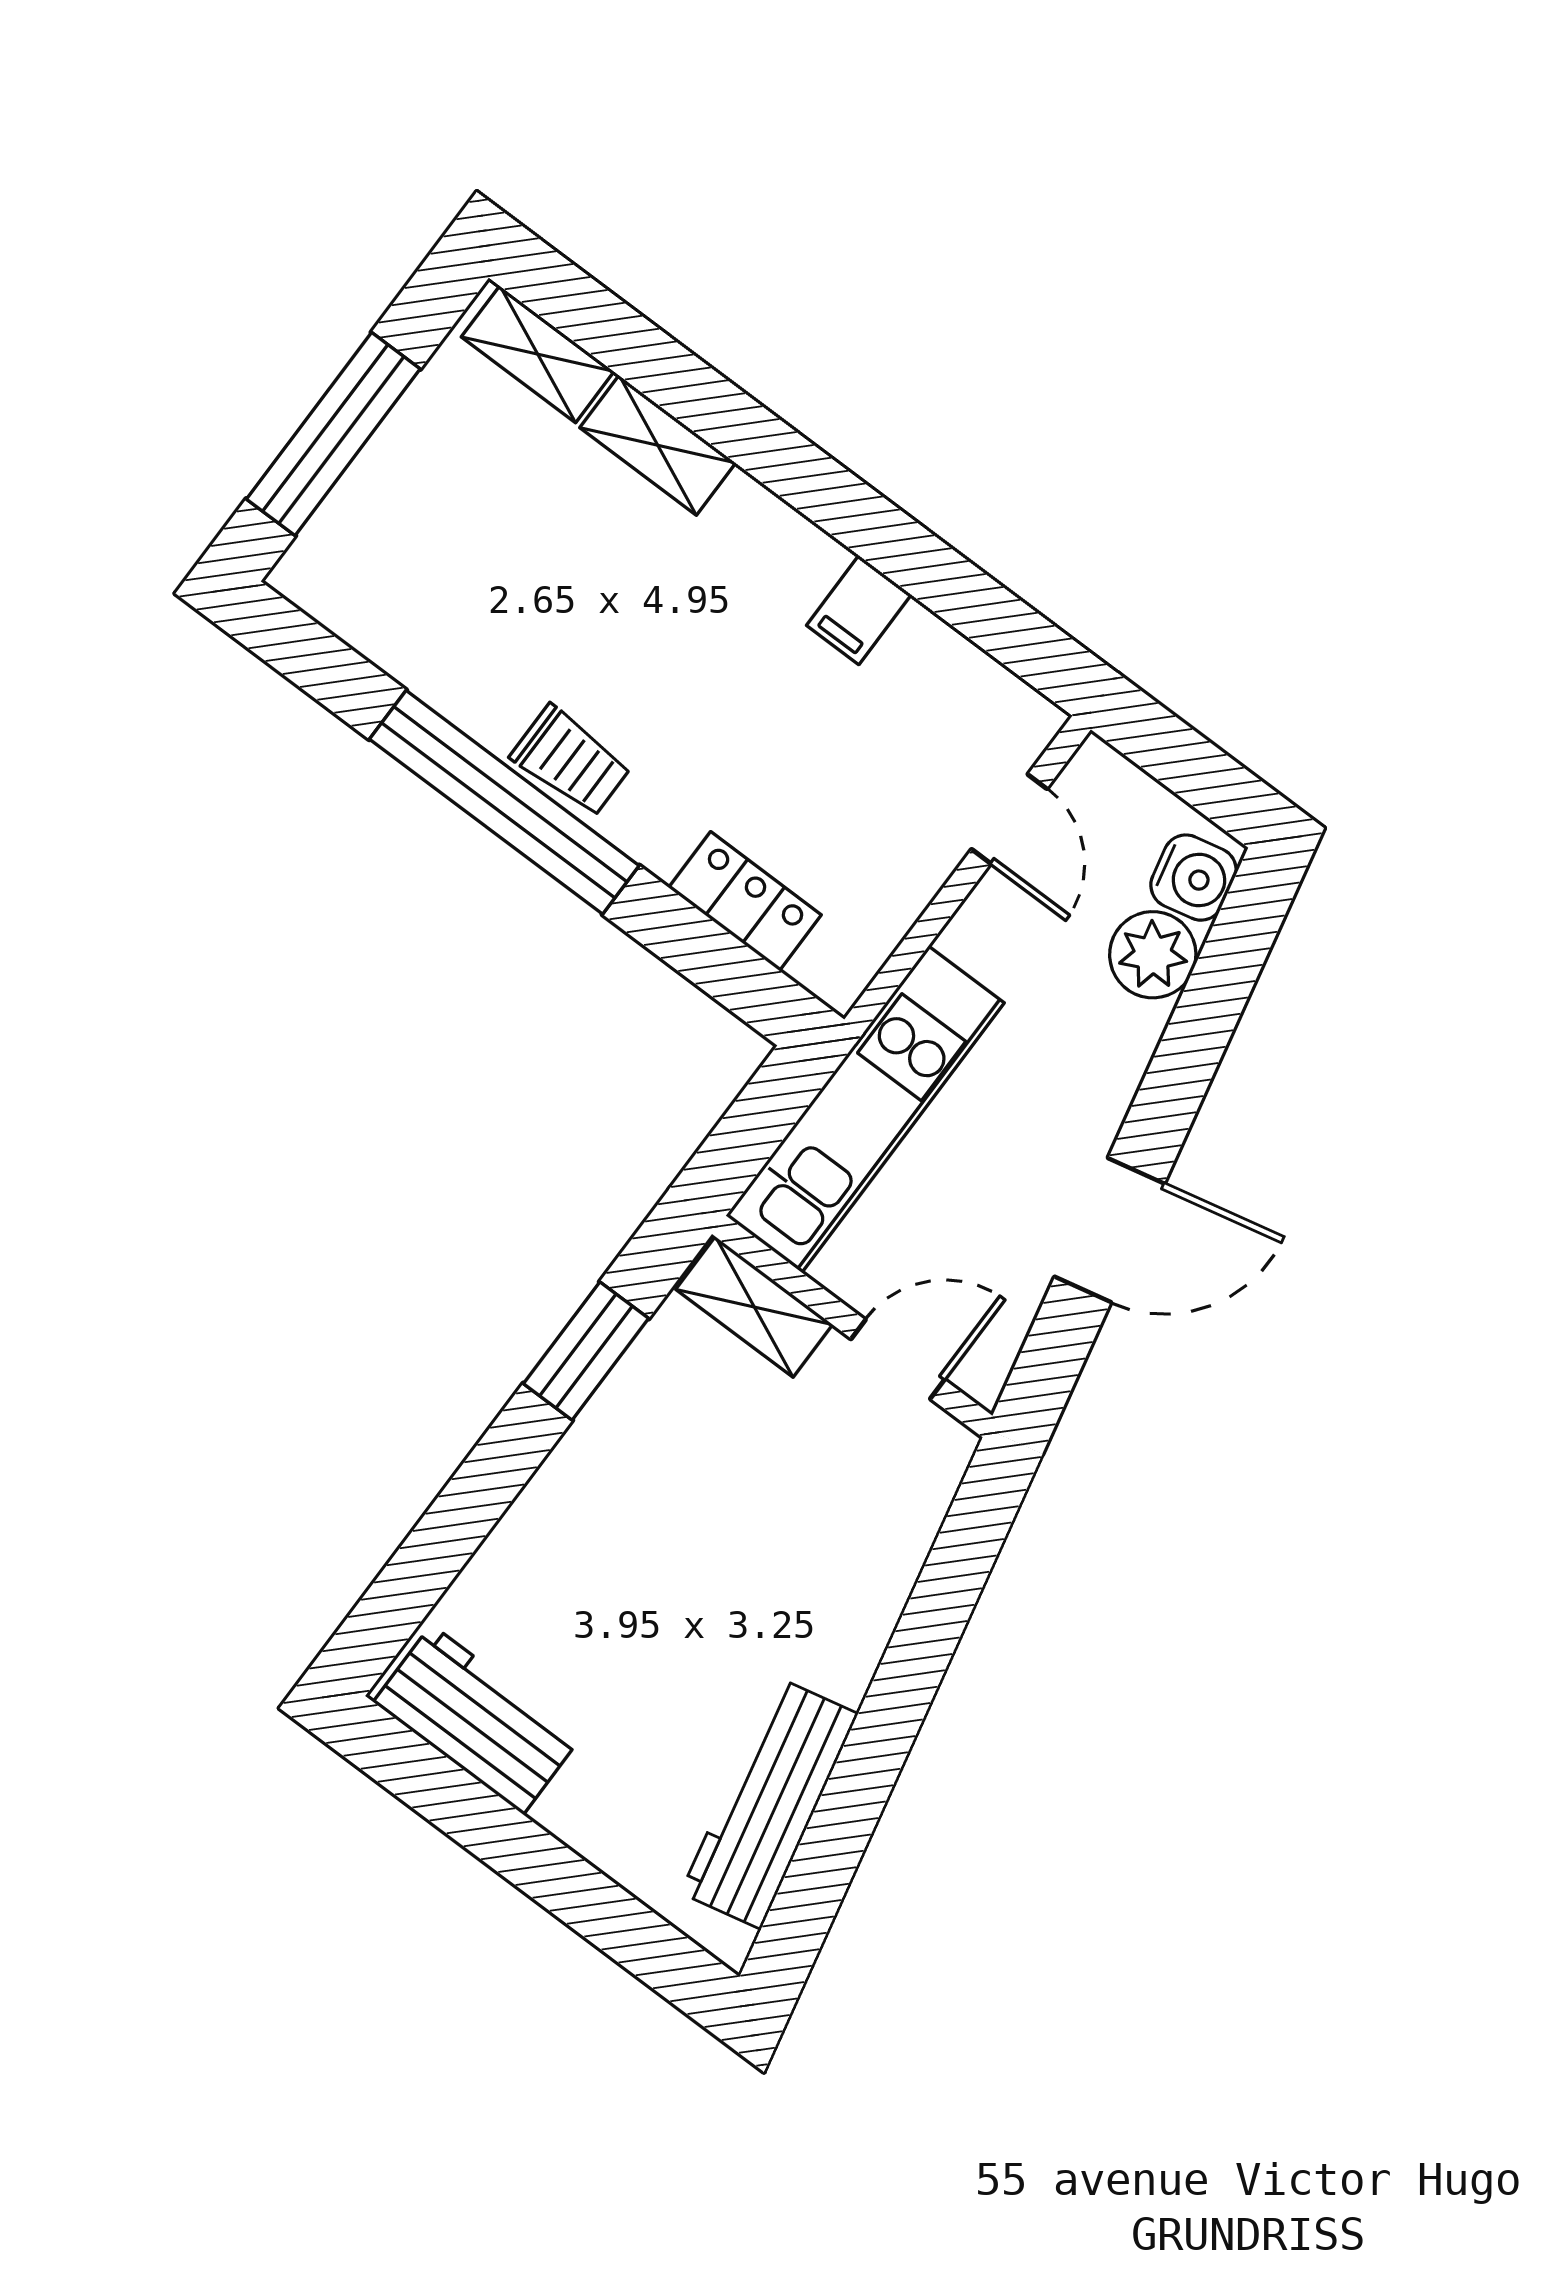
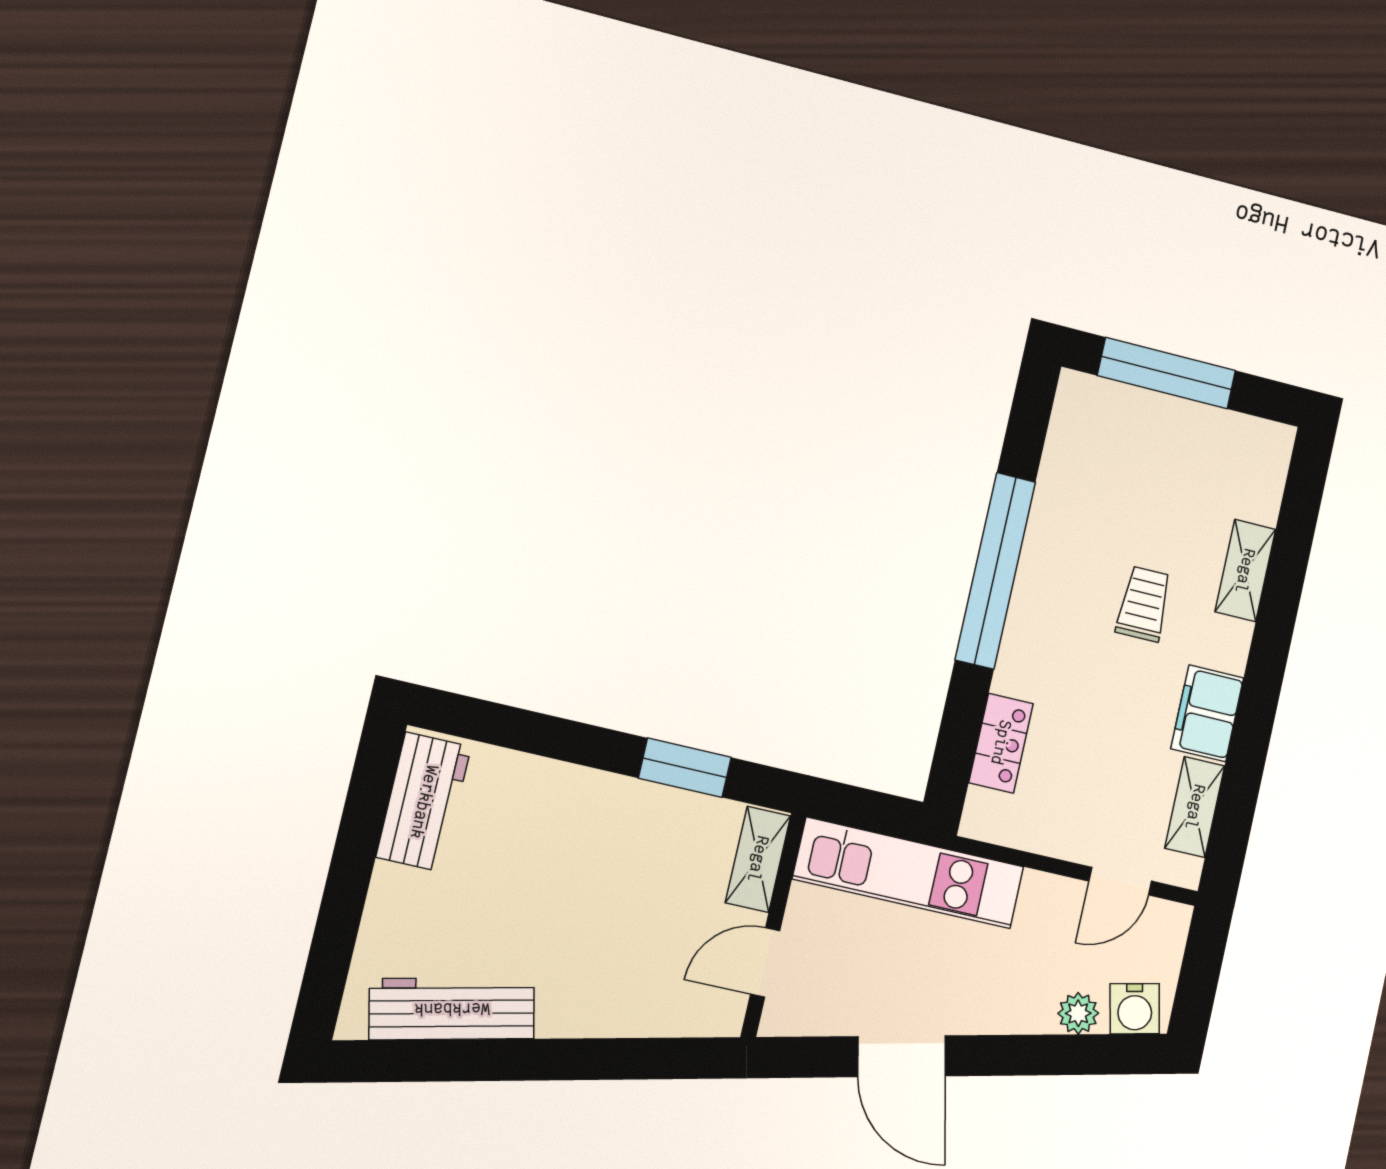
shelving: (538, 354) -> (1195, 807), moved
filing cabinet: (859, 610) -> (1207, 713), width x2.00
trolley: (571, 761) -> (1144, 604), moved, turned 180
plant: (1153, 955) -> (1078, 1013), width x0.73, depth x0.73
door: (898, 1359) -> (765, 963), swing flipped

